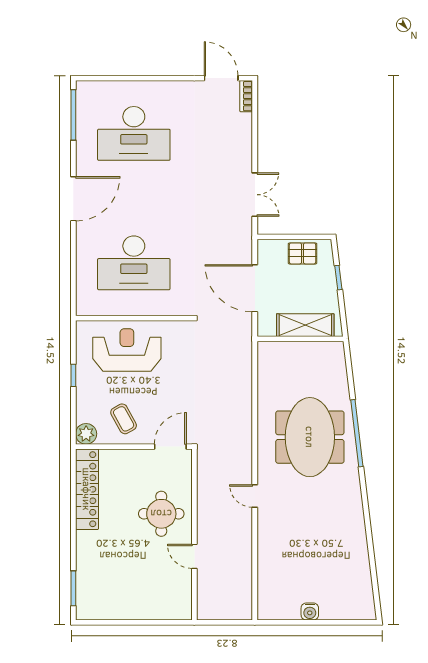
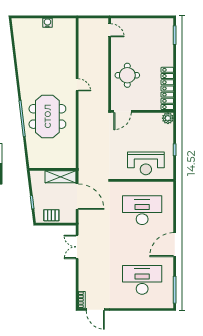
shelving: (305, 325) -> (60, 177), moved
coffee table: (124, 419) -> (148, 126), removed
door: (194, 556) -> (110, 30), moved

